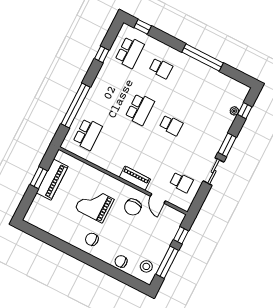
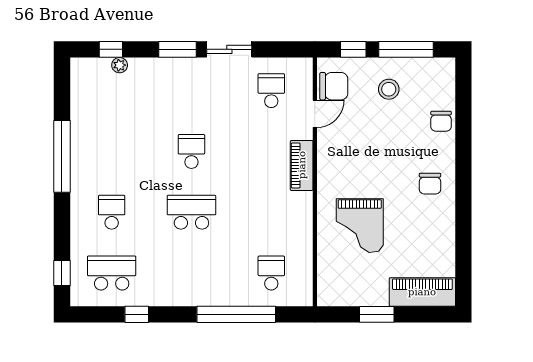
school desk: (88, 134) -> (271, 273), width x0.54
piano: (52, 180) -> (422, 292), moved
grand piano: (94, 204) -> (360, 226), moved
chair: (133, 207) -> (334, 86), moved
stool: (146, 266) -> (389, 89), moved

